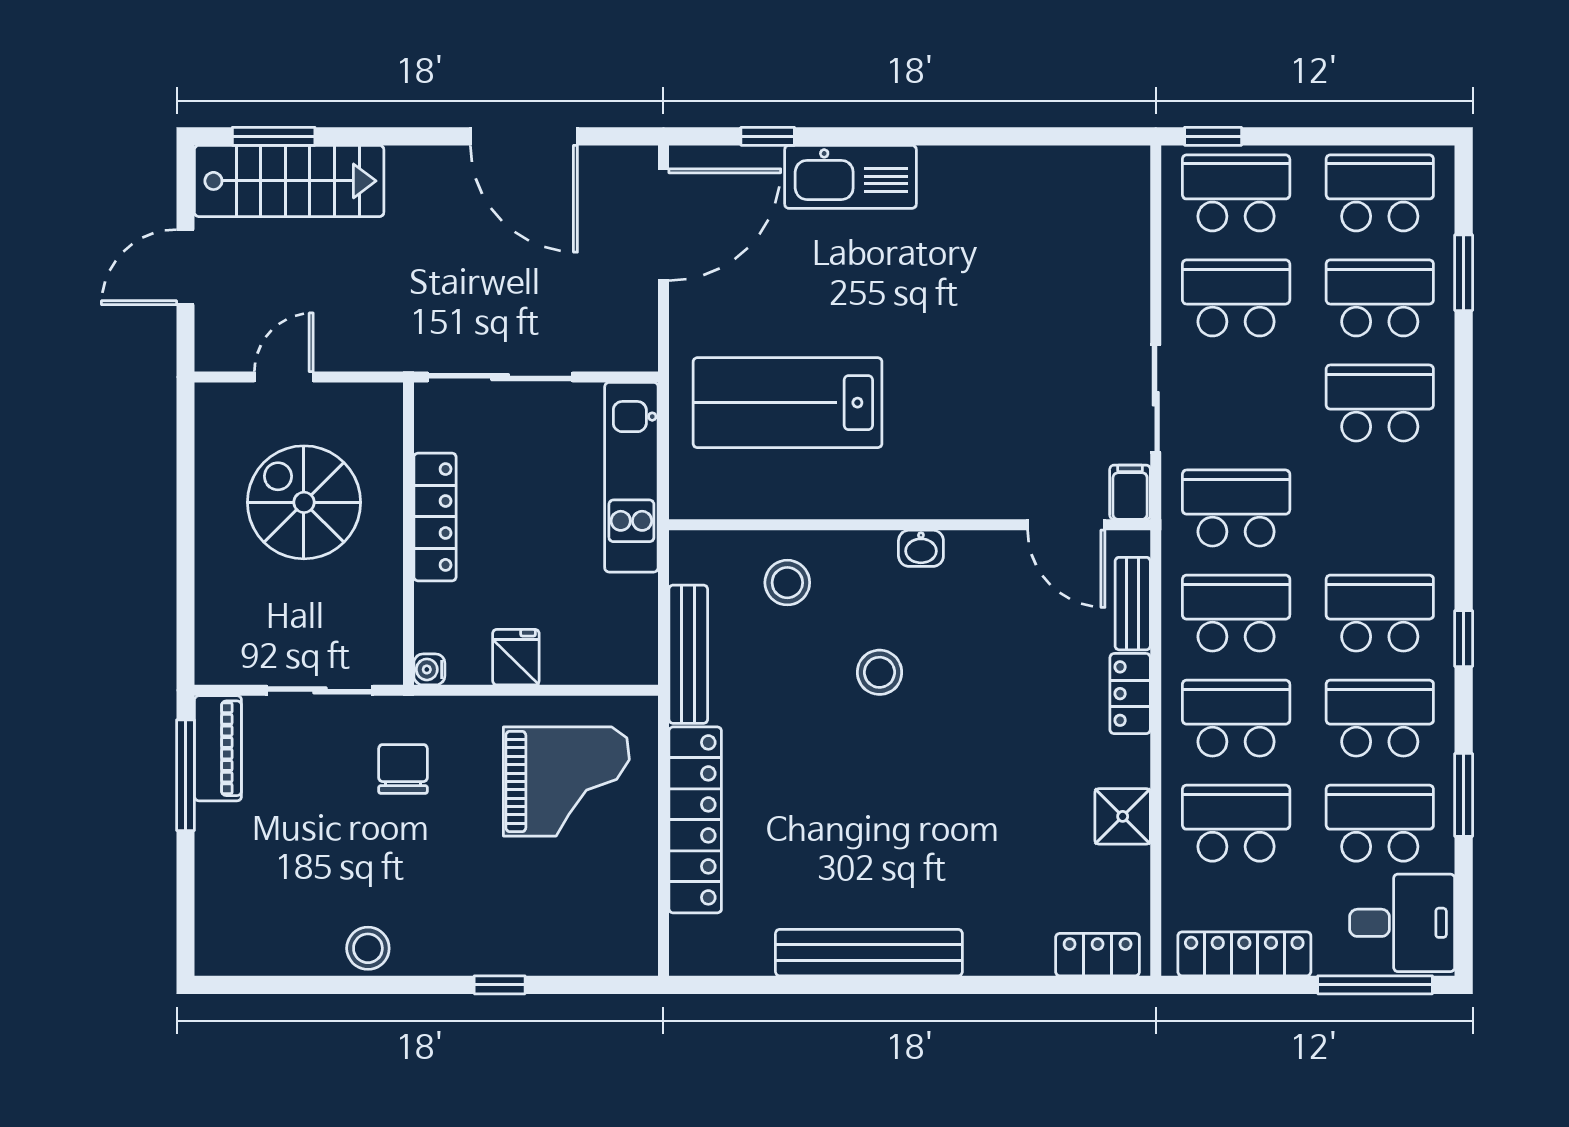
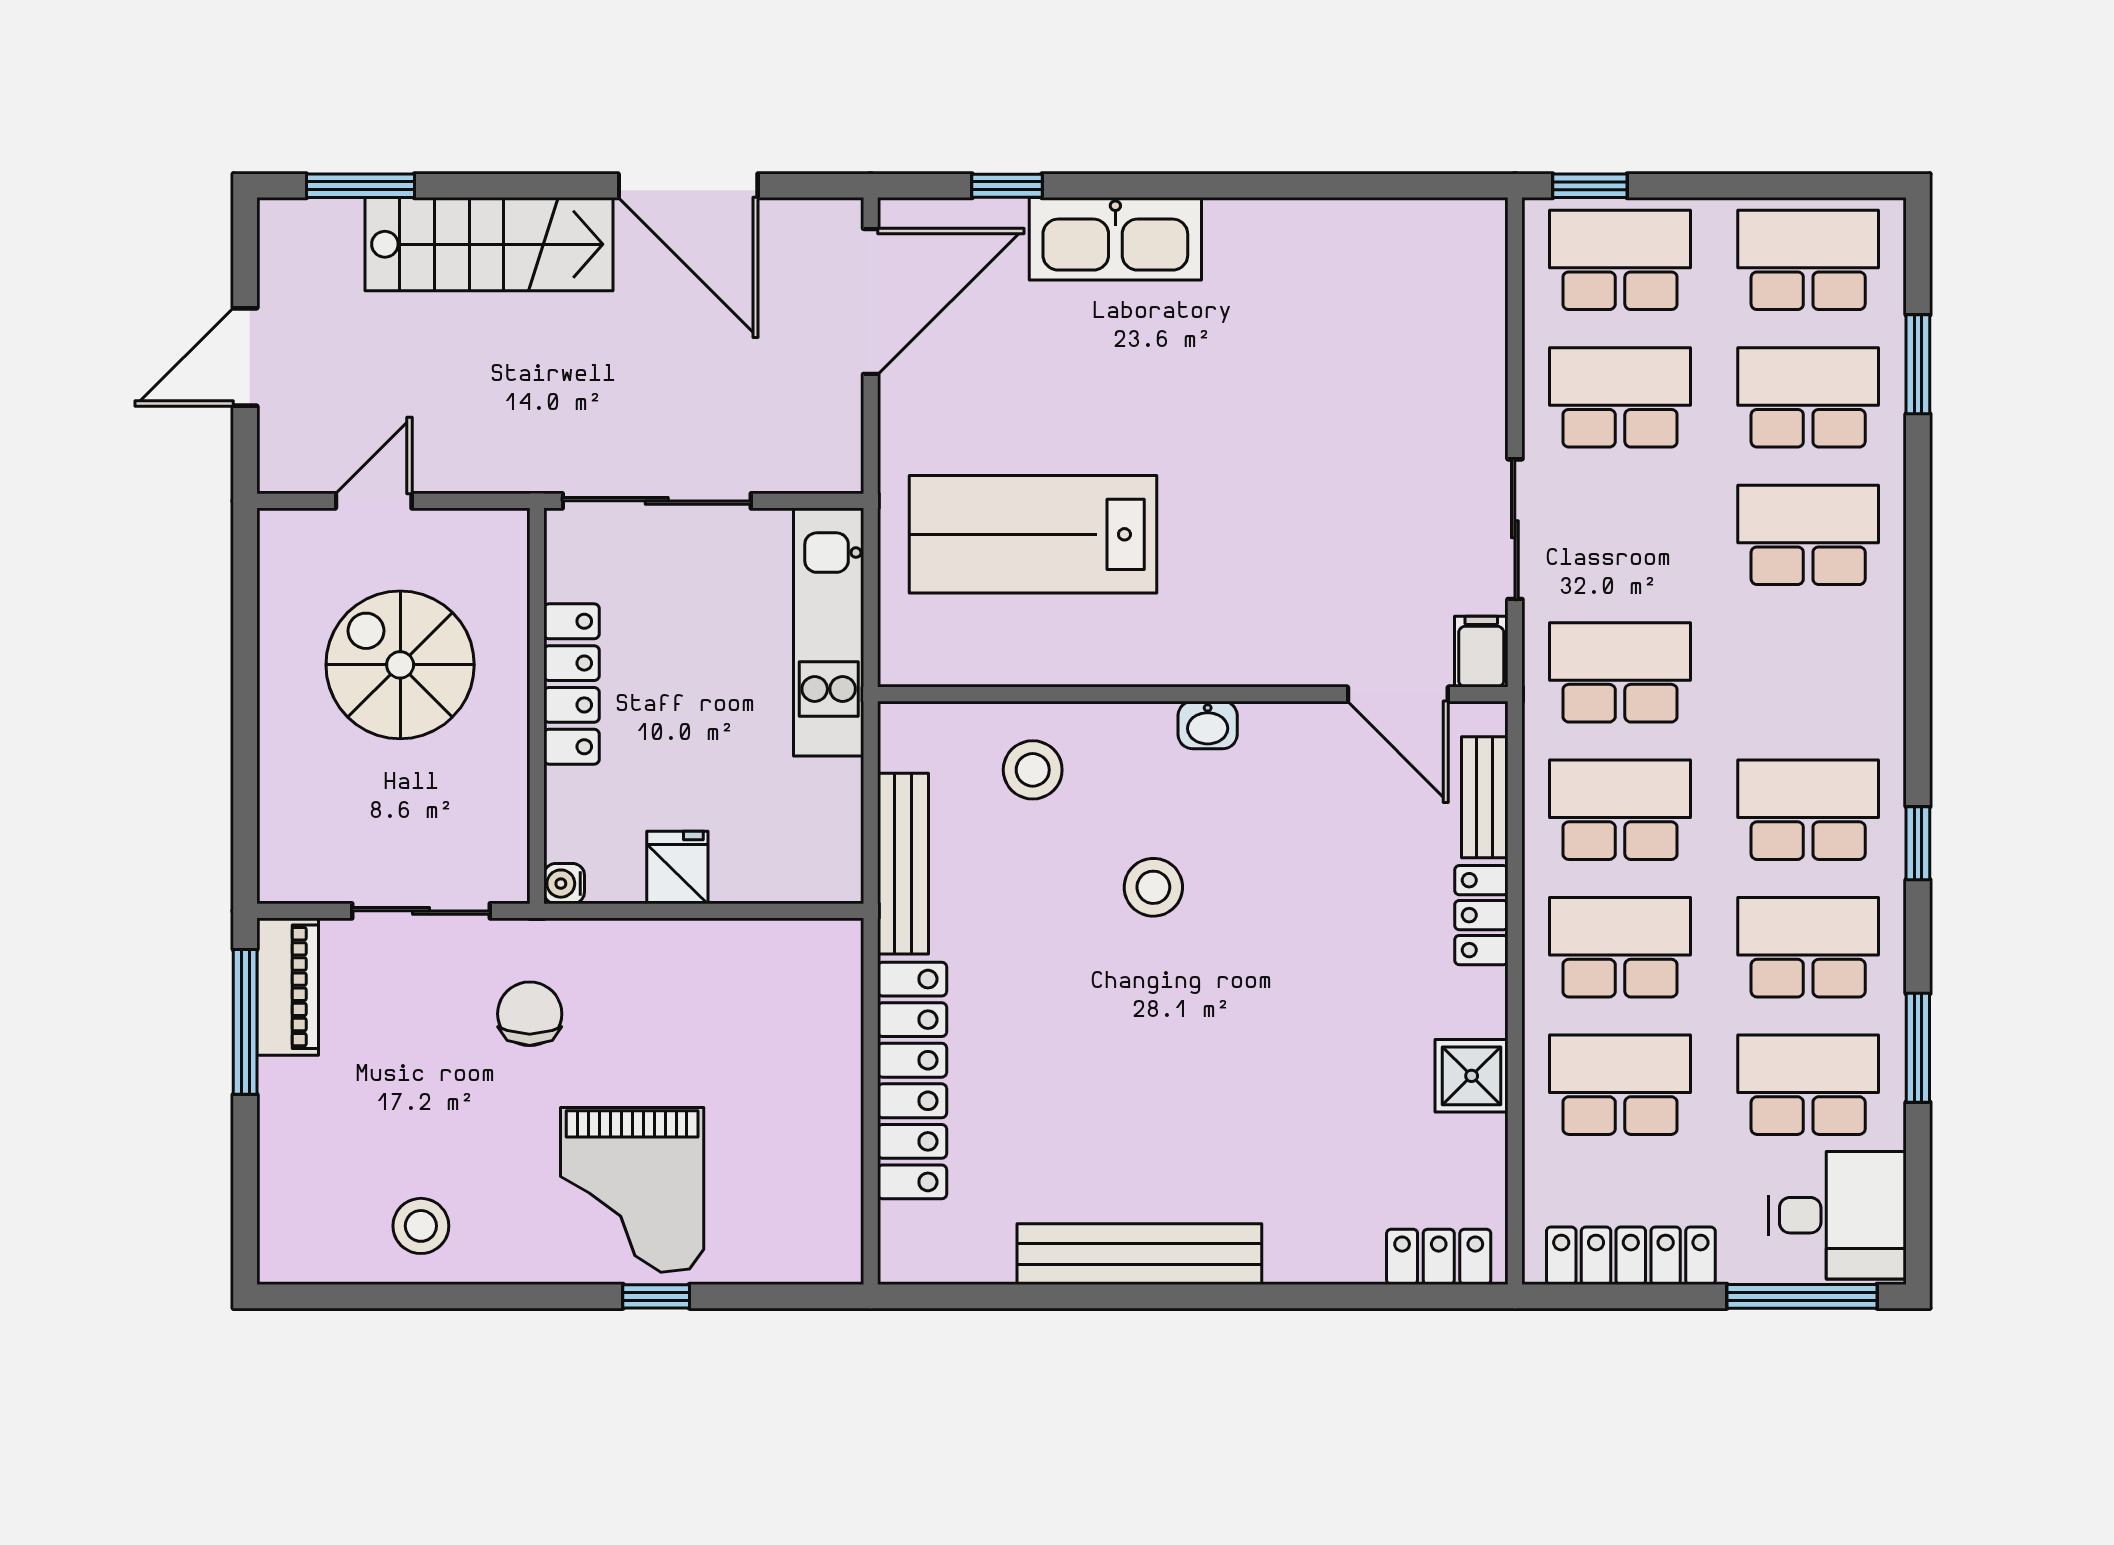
stairs: (289, 181) -> (489, 244), moved
grand piano: (566, 781) -> (632, 1190), moved, turned 90
stool: (368, 948) -> (421, 1226), moved

